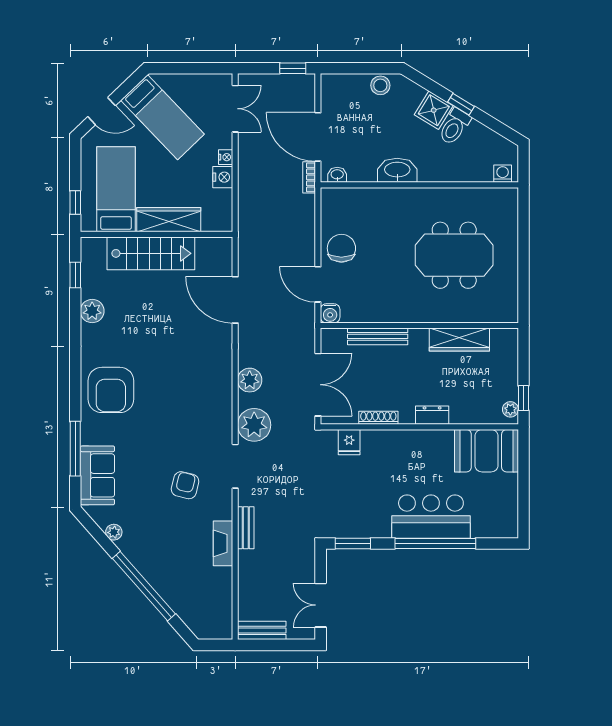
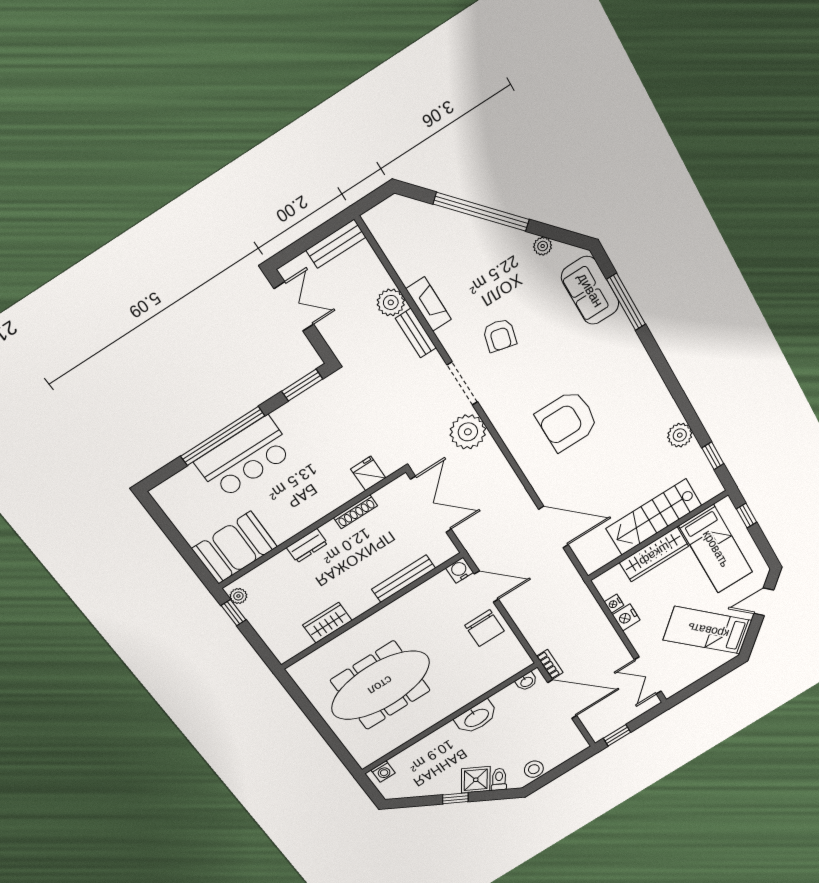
toilet: (454, 127) -> (499, 779), moved, width x0.73, depth x0.72
nightstand: (226, 157) -> (614, 604), moved
meeting table: (454, 255) -> (380, 685), width x1.36
wardrobe: (459, 340) -> (327, 623), width x0.67
plant: (250, 380) -> (391, 302), moved
double door: (318, 385) -> (431, 504), swing flipped
armchair: (111, 390) -> (567, 421), moved, turned -90

